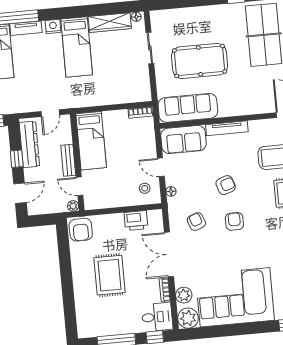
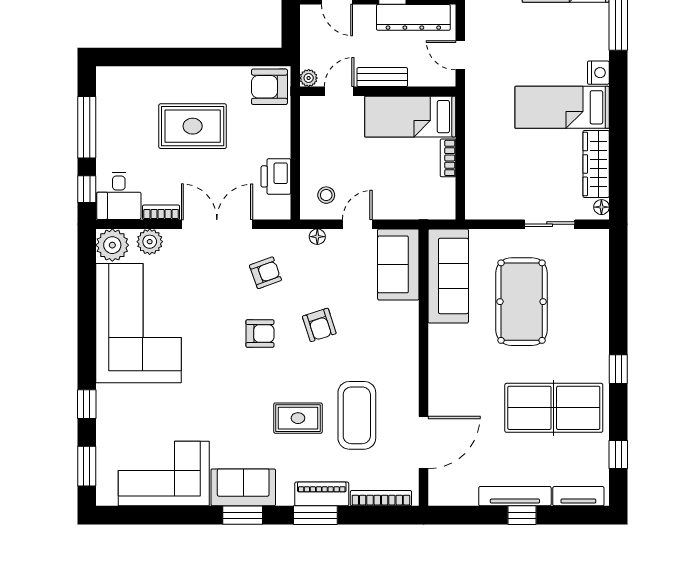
tv unit: (26, 28) -> (600, 29), removed
bookcase: (140, 112) -> (448, 158), moved
tv unit: (227, 128) -> (410, 335), removed

